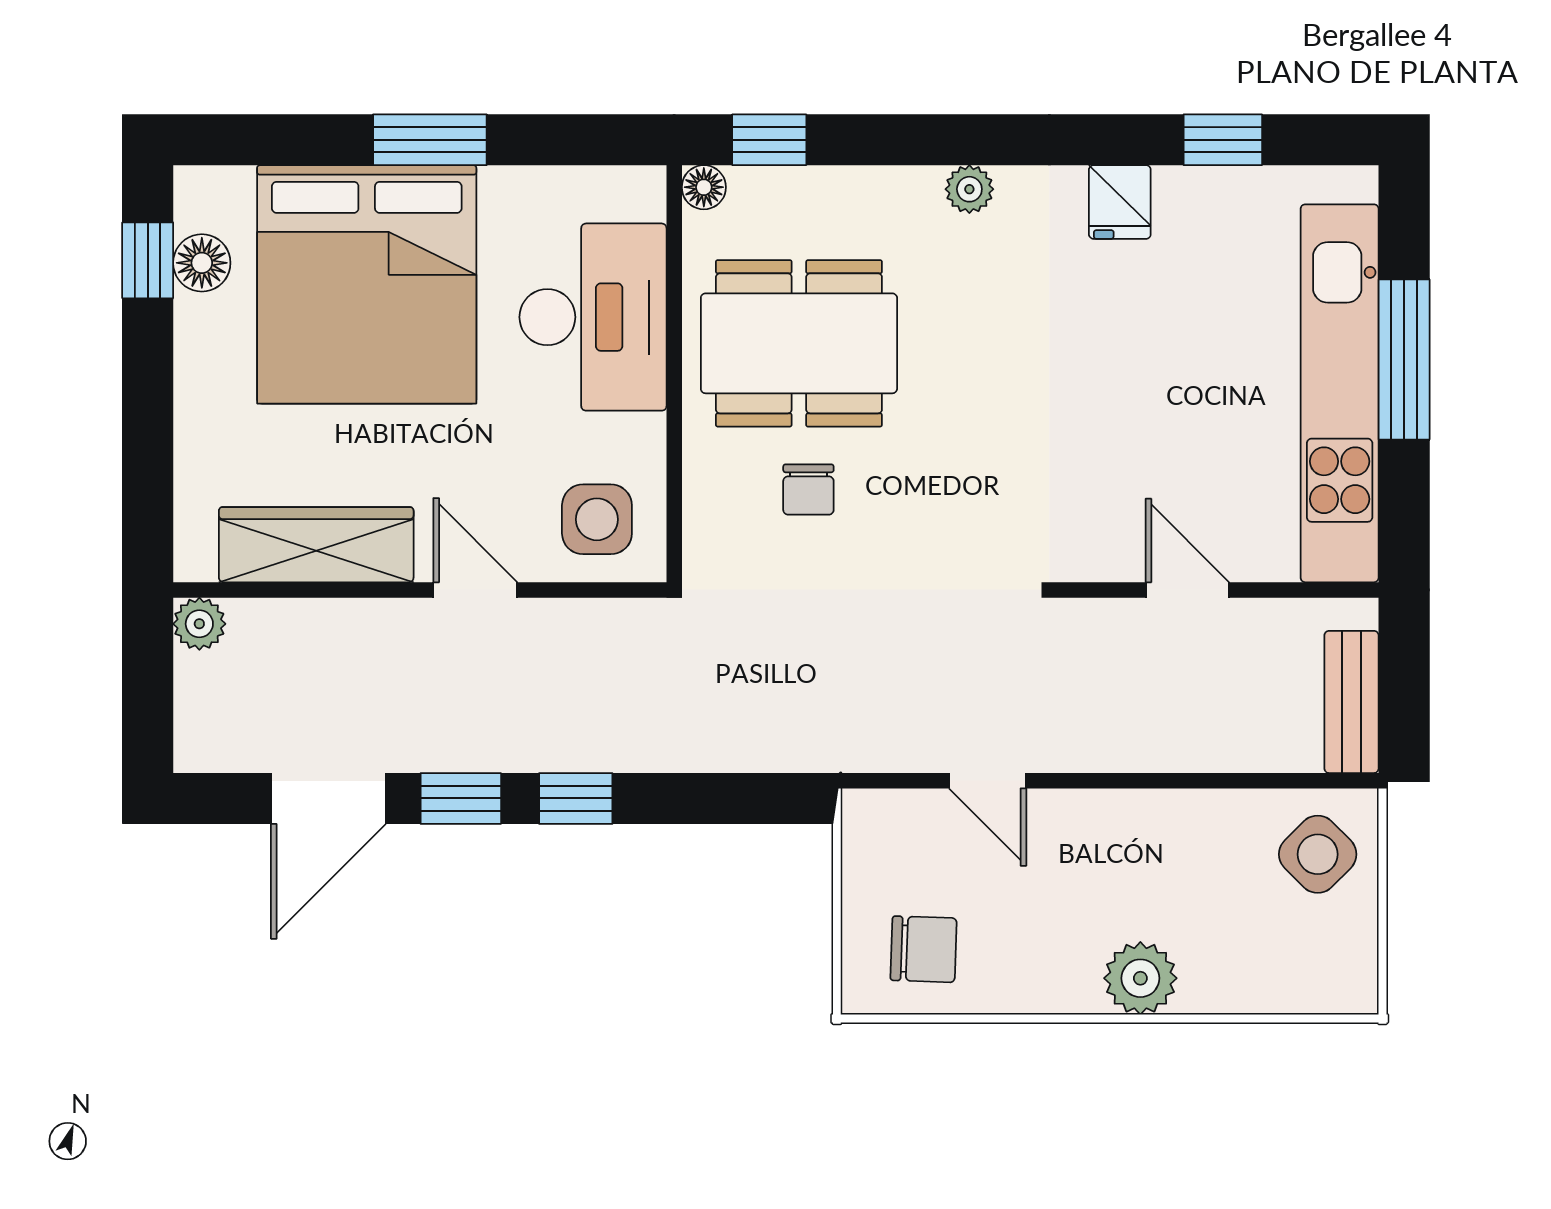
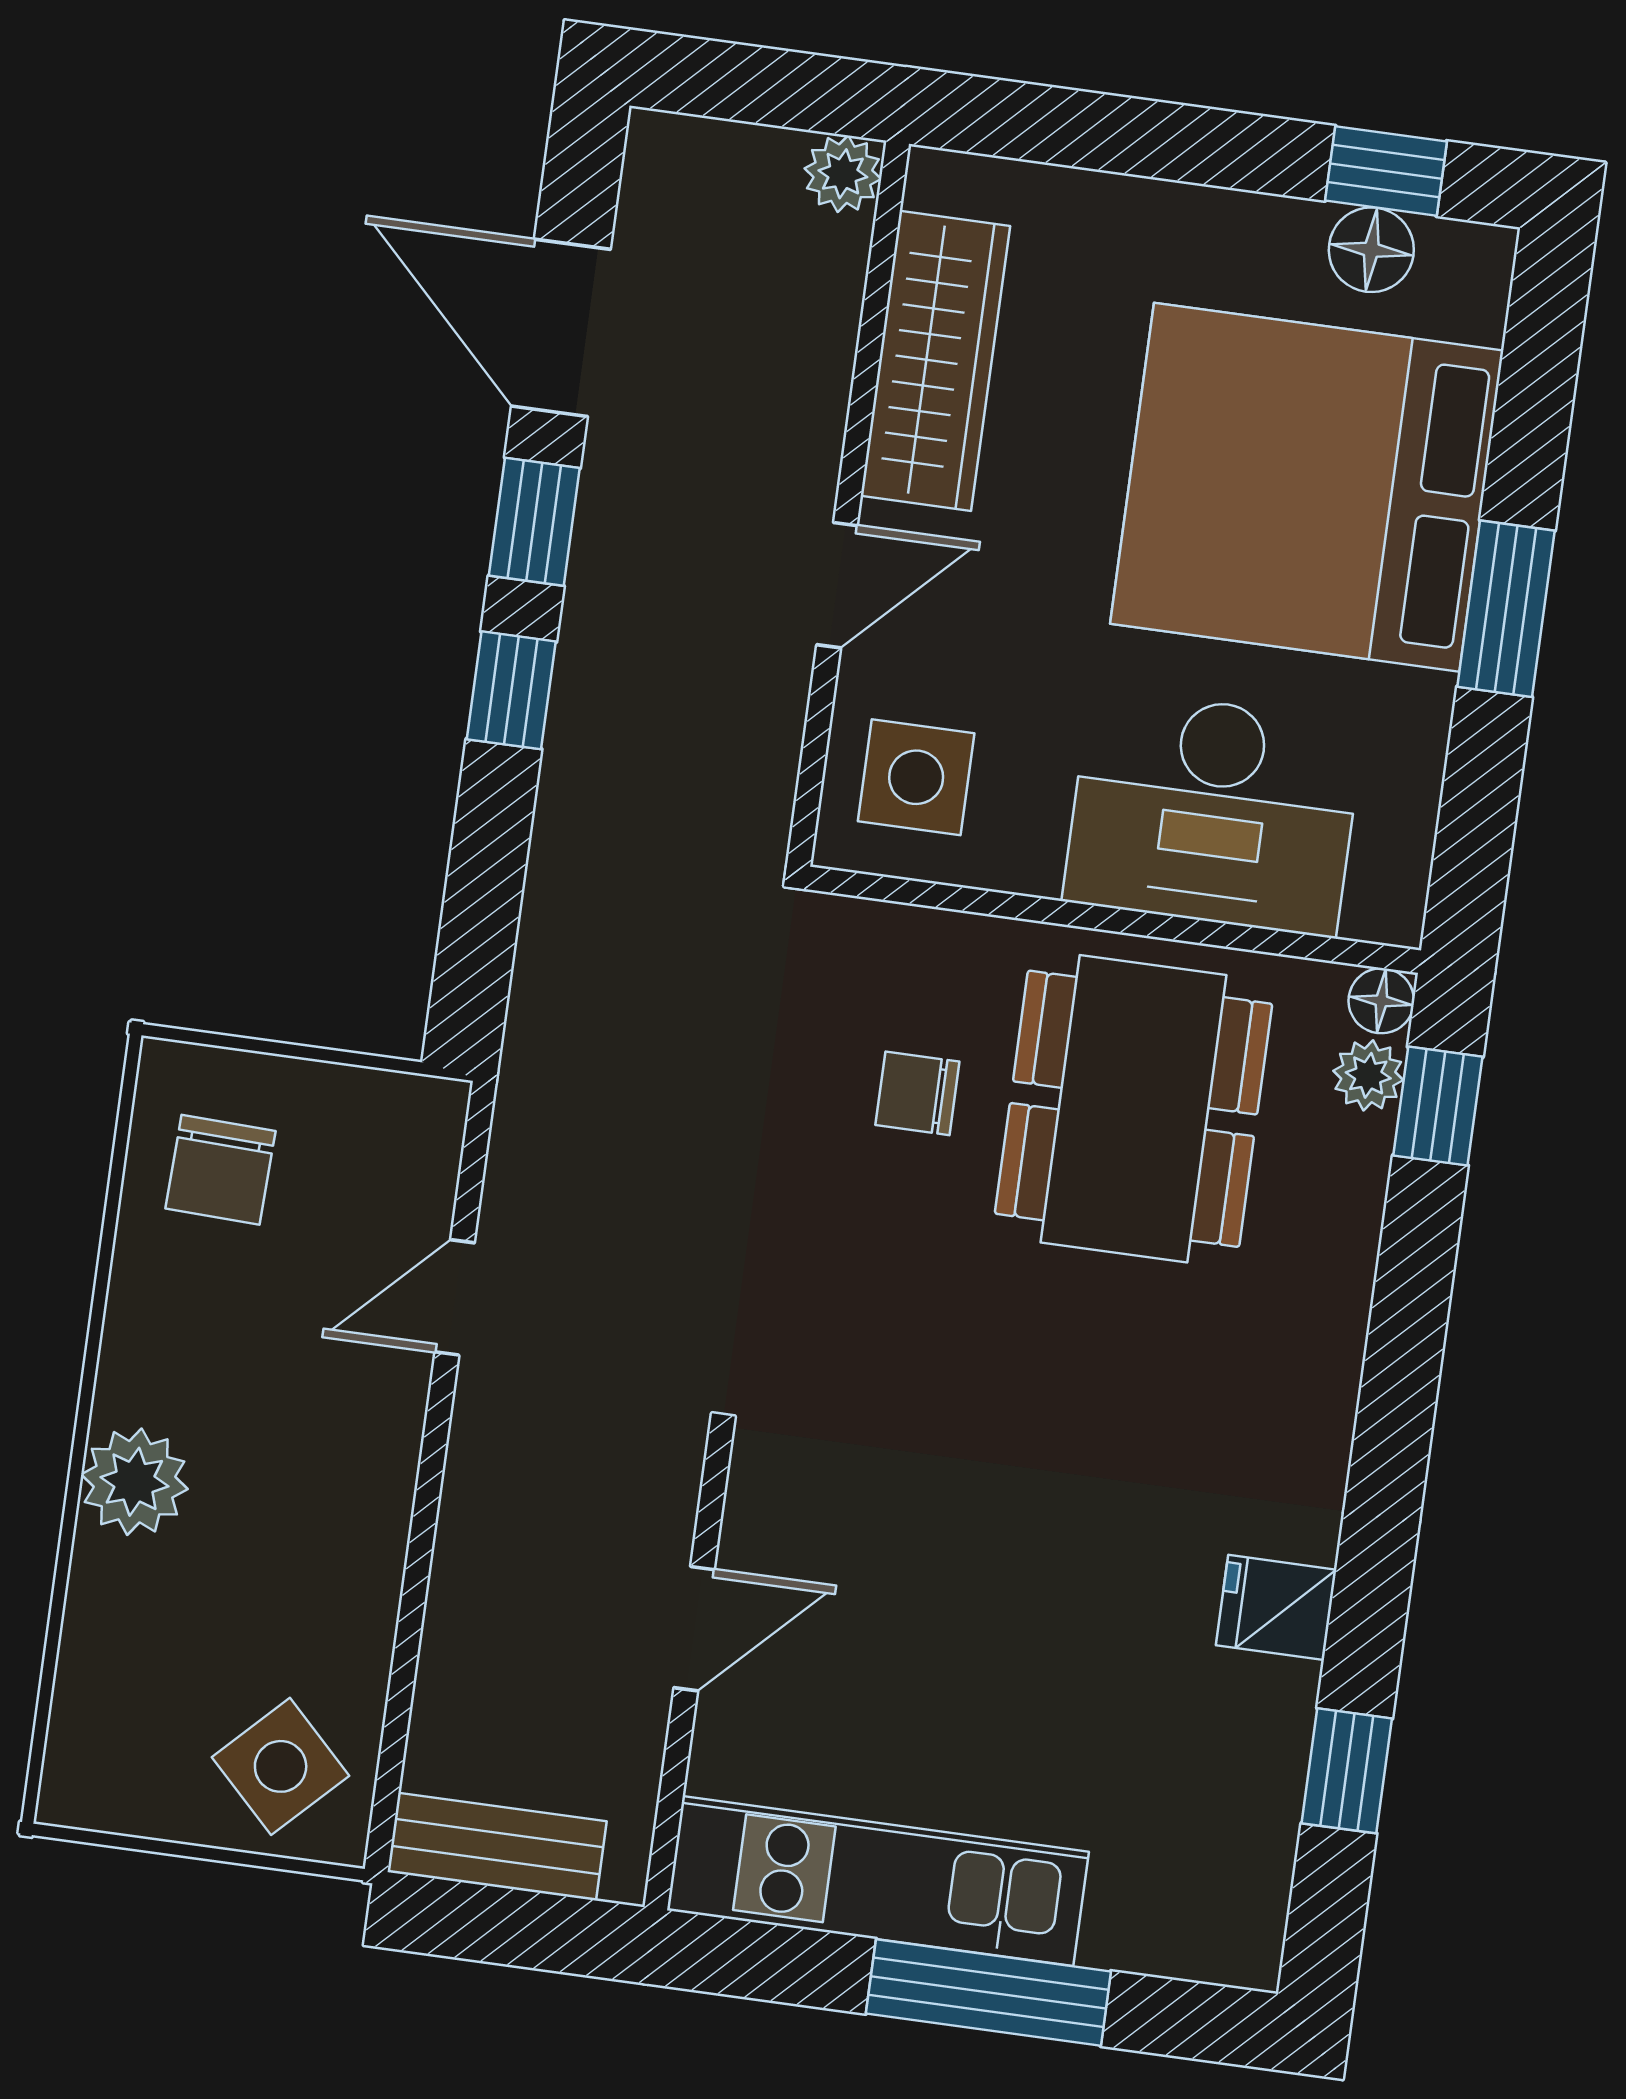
plant: (969, 189) -> (1368, 1075), moved
kitchen unit: (1340, 393) -> (878, 1881), width x0.73

